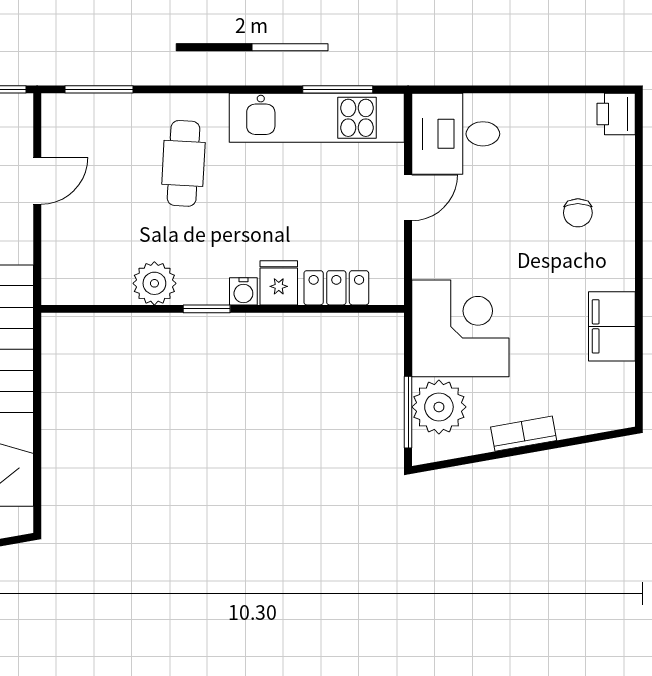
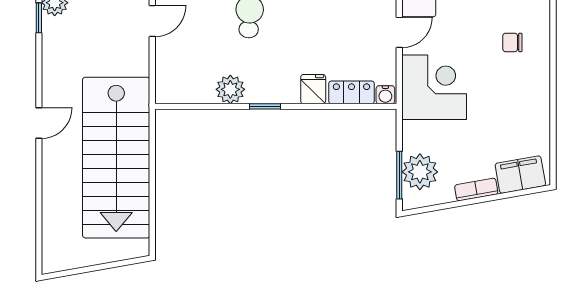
chair: (578, 213) -> (512, 42), turned 90
water cooler: (243, 291) -> (385, 95), moved
filing cabinet: (612, 326) -> (520, 175), moved, turned 80
corner desk: (460, 328) -> (434, 87), moved

